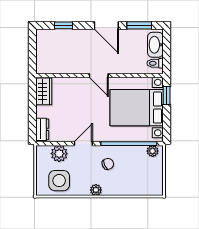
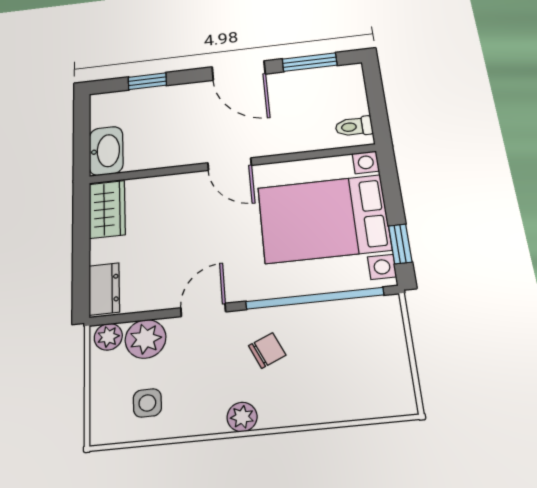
washbasin: (155, 45) -> (106, 151), moved, turned 180
window: (167, 95) -> (400, 244), moved
plant: (153, 151) -> (108, 337), moved
side table: (59, 181) -> (147, 403), width x0.54, depth x0.54

